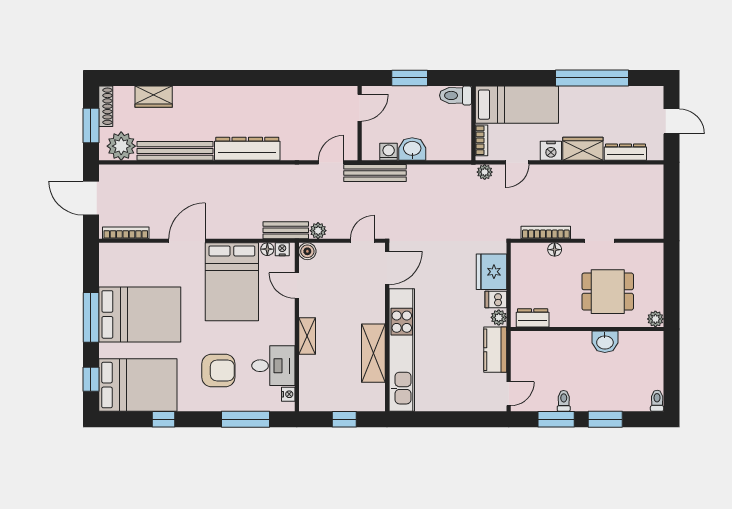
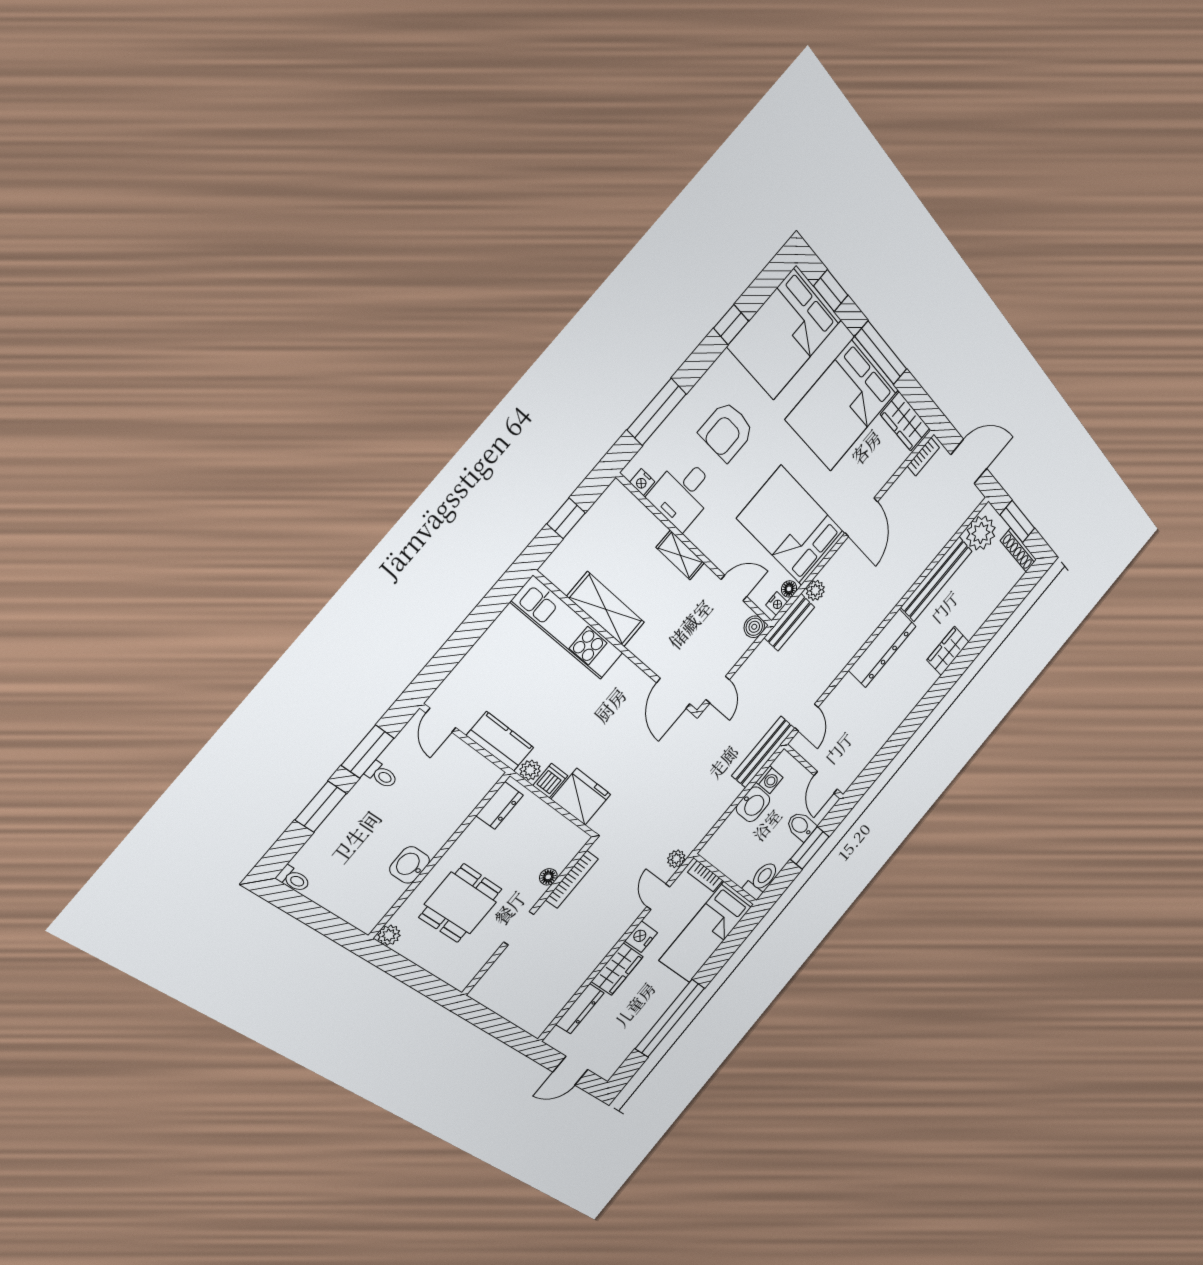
wardrobe: (154, 97) -> (948, 651), moved
bidet: (400, 99) -> (801, 826), added
plant: (318, 231) -> (815, 590), moved
bookcase: (126, 233) -> (923, 457), width x0.64
wardrobe: (110, 265) -> (905, 421), added
kitchen unit: (402, 350) -> (568, 628), width x0.73

